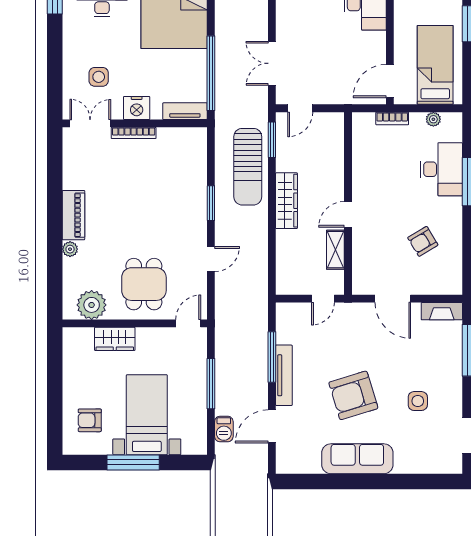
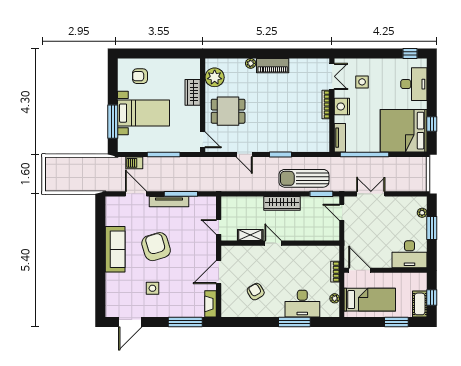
armchair: (90, 420) -> (140, 76), turned -90
window: (133, 462) -> (113, 122), moved

